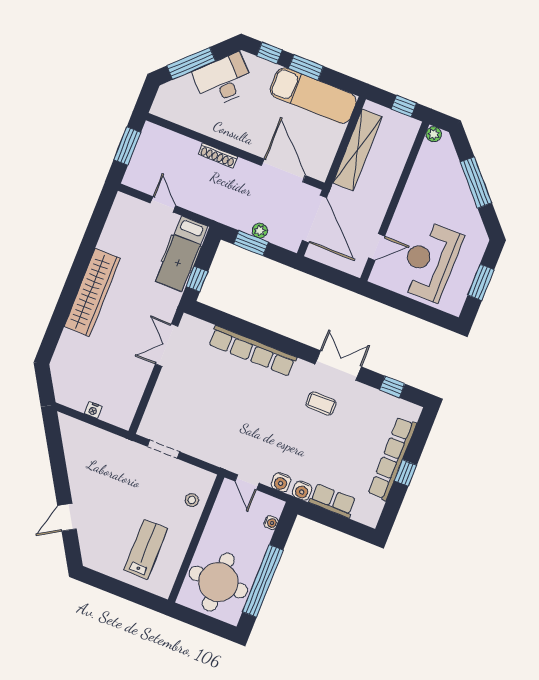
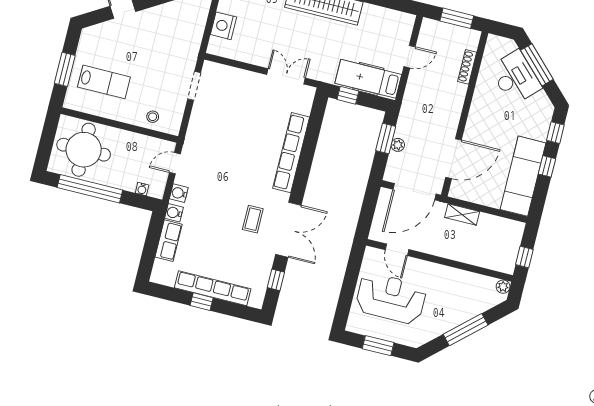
window: (306, 67) -> (547, 166), width x0.67
desk: (223, 80) -> (515, 77), moved
shelving: (358, 150) -> (462, 214), width x0.45, depth x0.75
shoe rack: (218, 155) -> (467, 67), moved
double door: (338, 365) -> (288, 230), width x1.37
nightstand: (93, 410) -> (224, 26), width x1.89, depth x1.79
window: (126, 591) -> (65, 69), added

